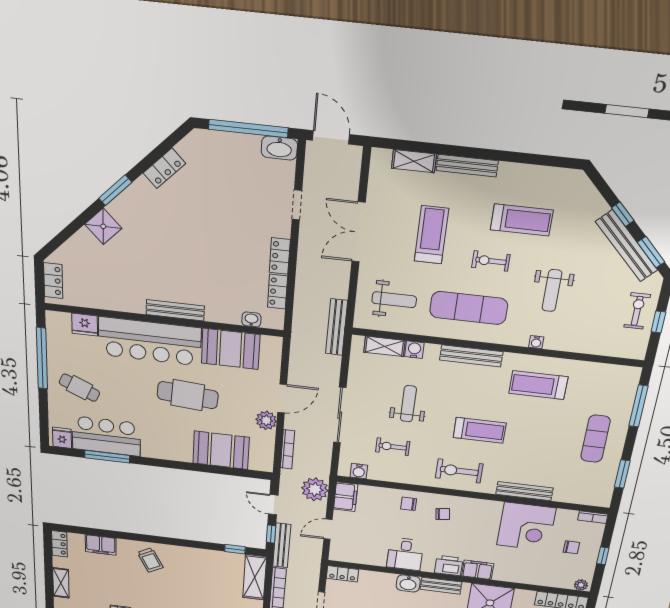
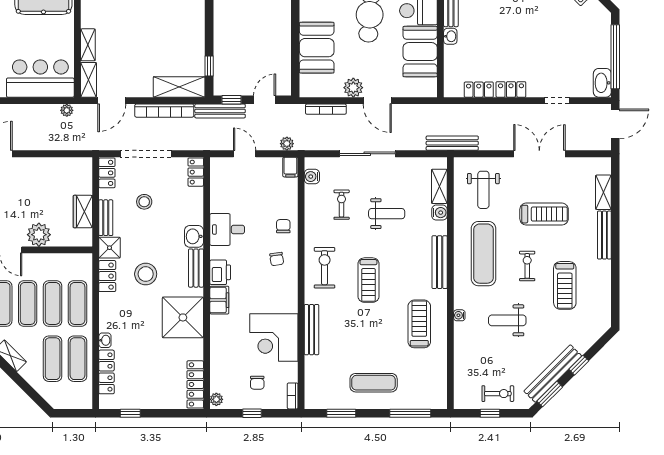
washbasin: (251, 319) -> (450, 36), moved
plant: (315, 489) -> (287, 144), width x0.53, depth x0.53
filing cabinet: (346, 497) -> (290, 167), width x0.50

